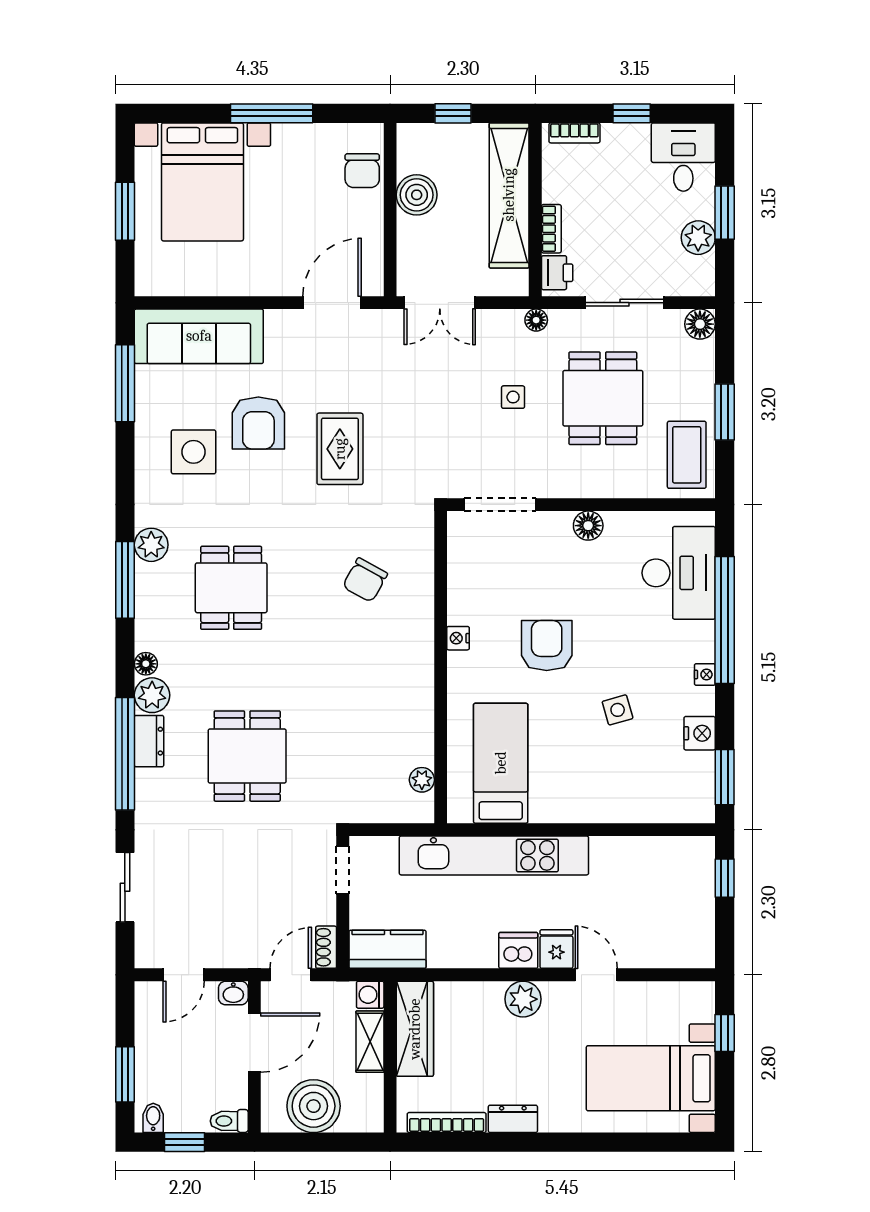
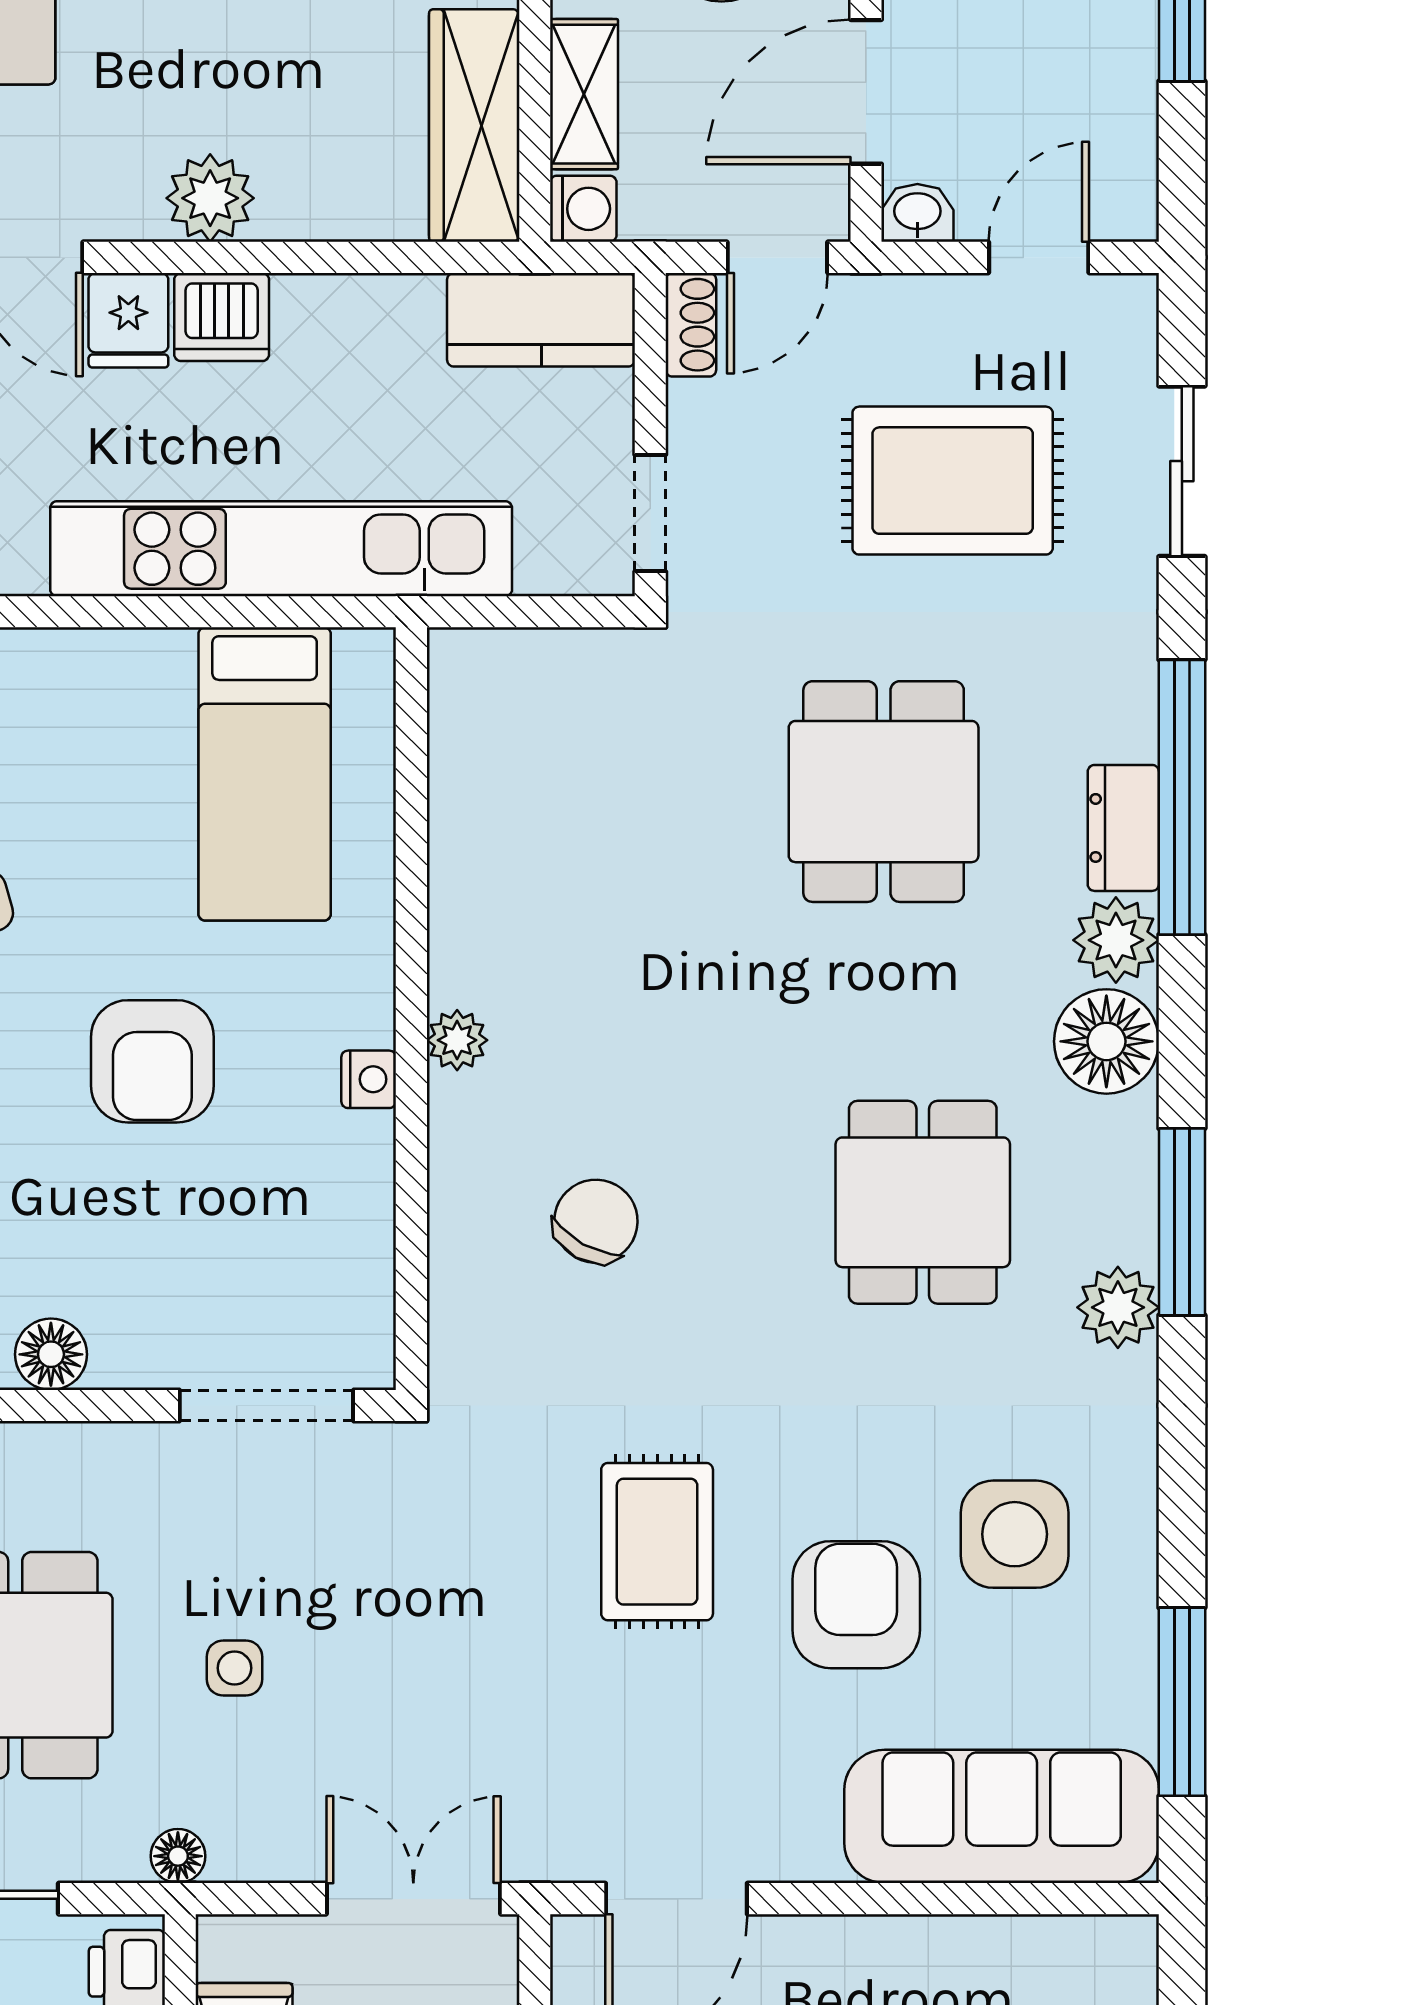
floor lamp: (146, 664) -> (1106, 1041), width x1.89, depth x1.89
plant: (422, 780) -> (457, 1040), moved
rug: (219, 883) -> (953, 481), added

